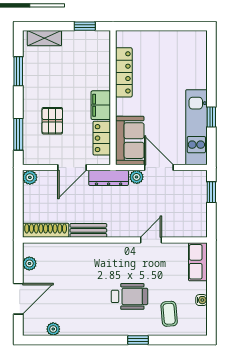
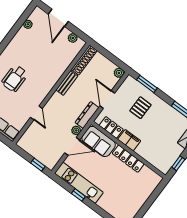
locker: (124, 72) -> (128, 159), moved
pallet: (52, 121) -> (140, 108), turned 90

